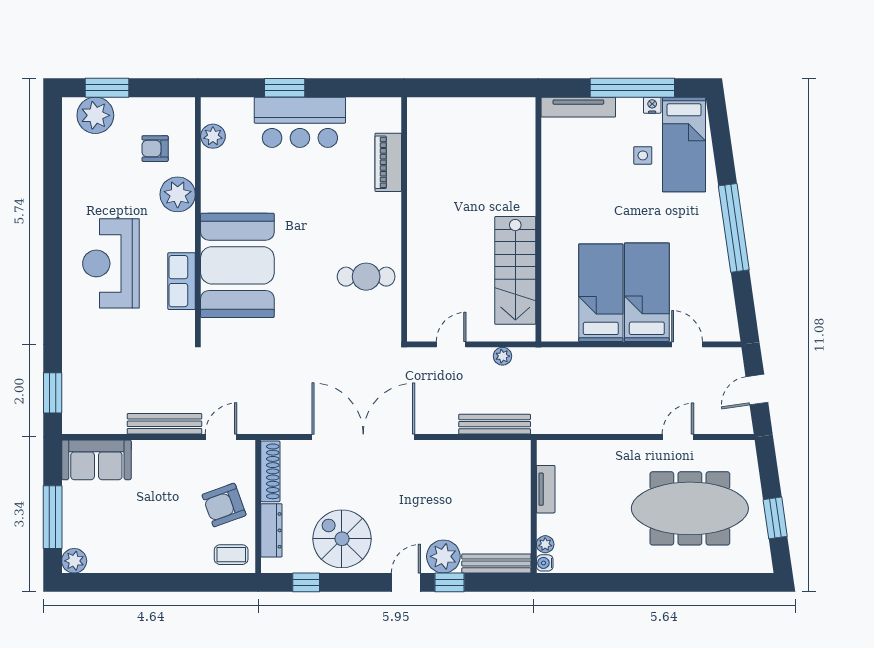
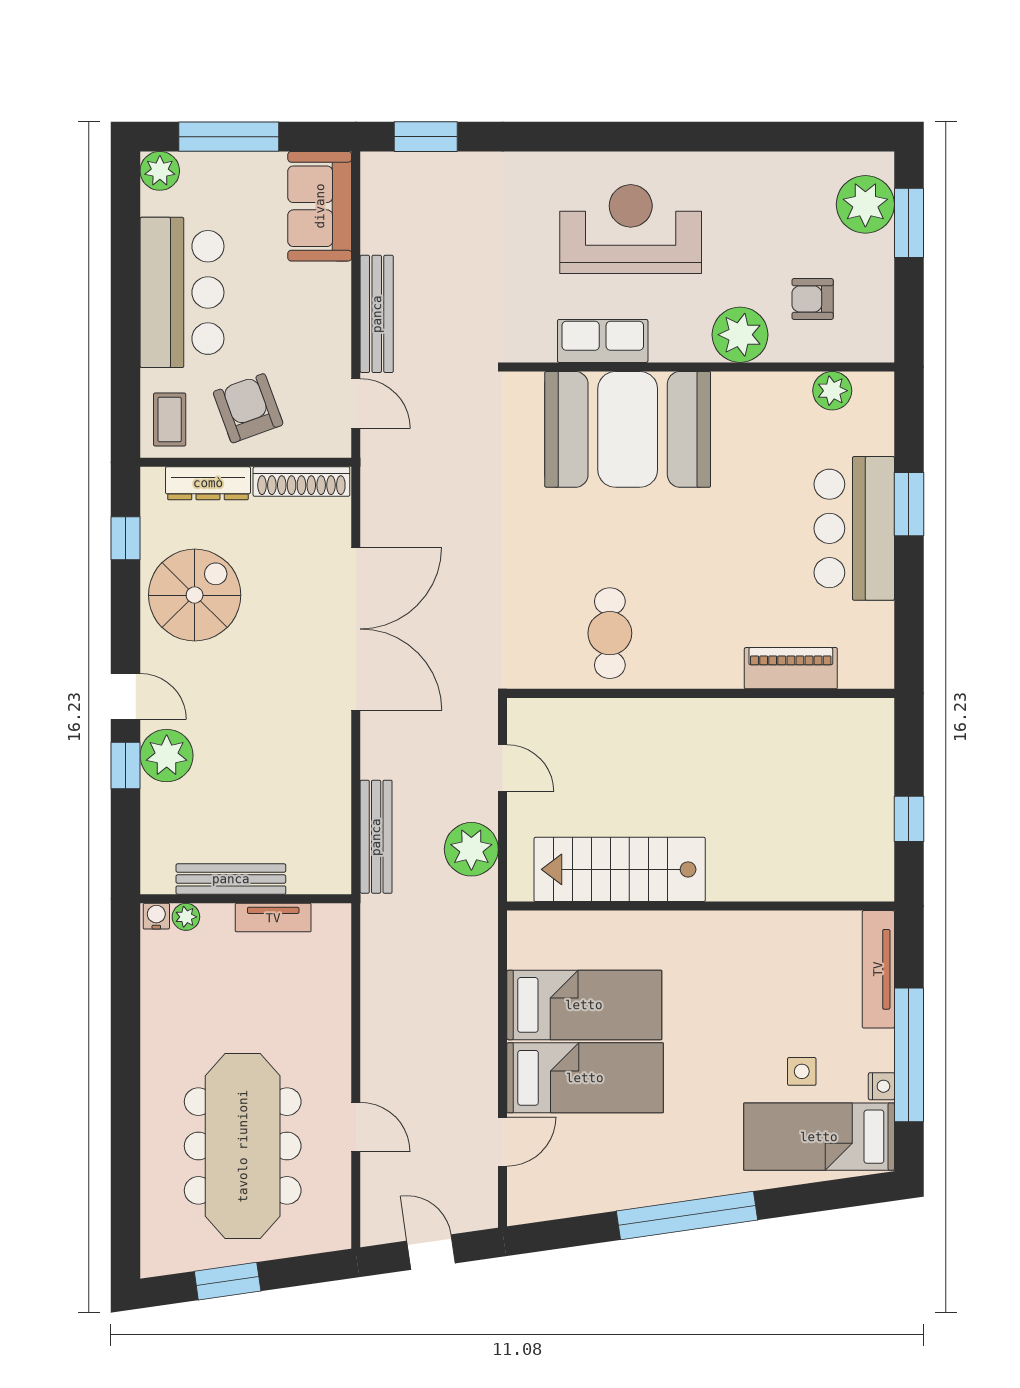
window: (483, 88) -> (909, 819), added
armchair: (155, 149) -> (813, 299), turned -90
plant: (503, 356) -> (471, 849), width x1.87, depth x1.87
bar counter: (151, 547) -> (182, 292), added
bench: (496, 563) -> (231, 879), moved, turned 90

